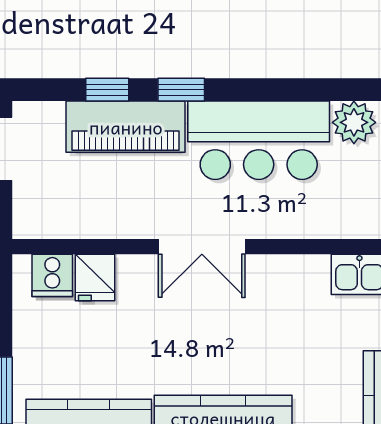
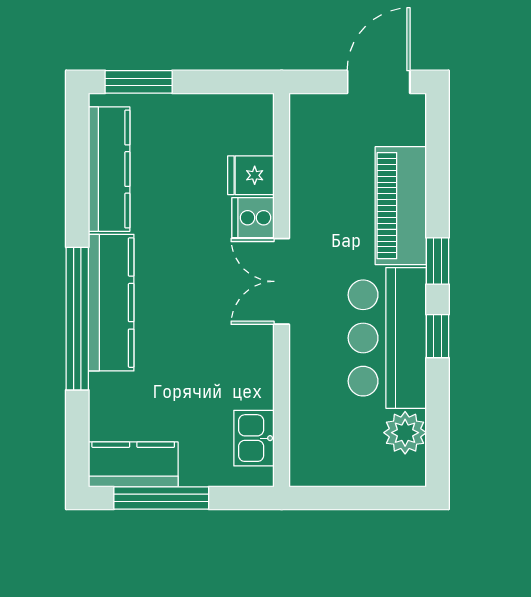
window: (107, 90) -> (438, 336), moved
cooker: (52, 275) -> (253, 218), moved

